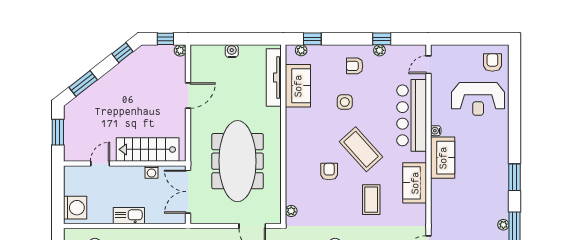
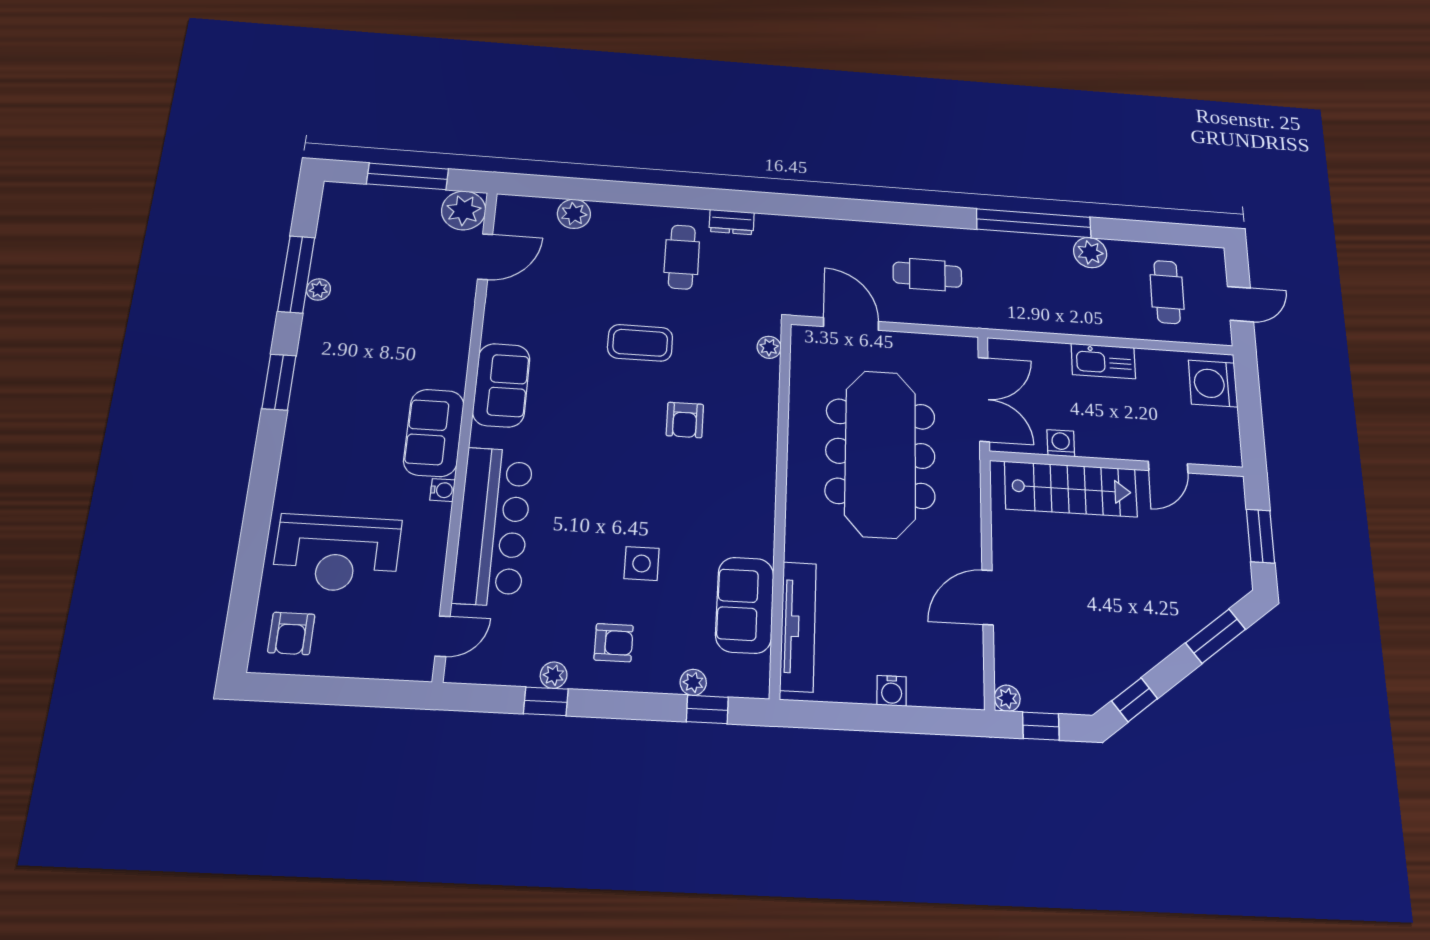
plant: (301, 50) -> (693, 682), moved
reception desk: (478, 99) -> (337, 553), turned 180
coffee table: (361, 149) -> (612, 461), removed
coffee table: (371, 200) -> (640, 343), moved, turned 90

